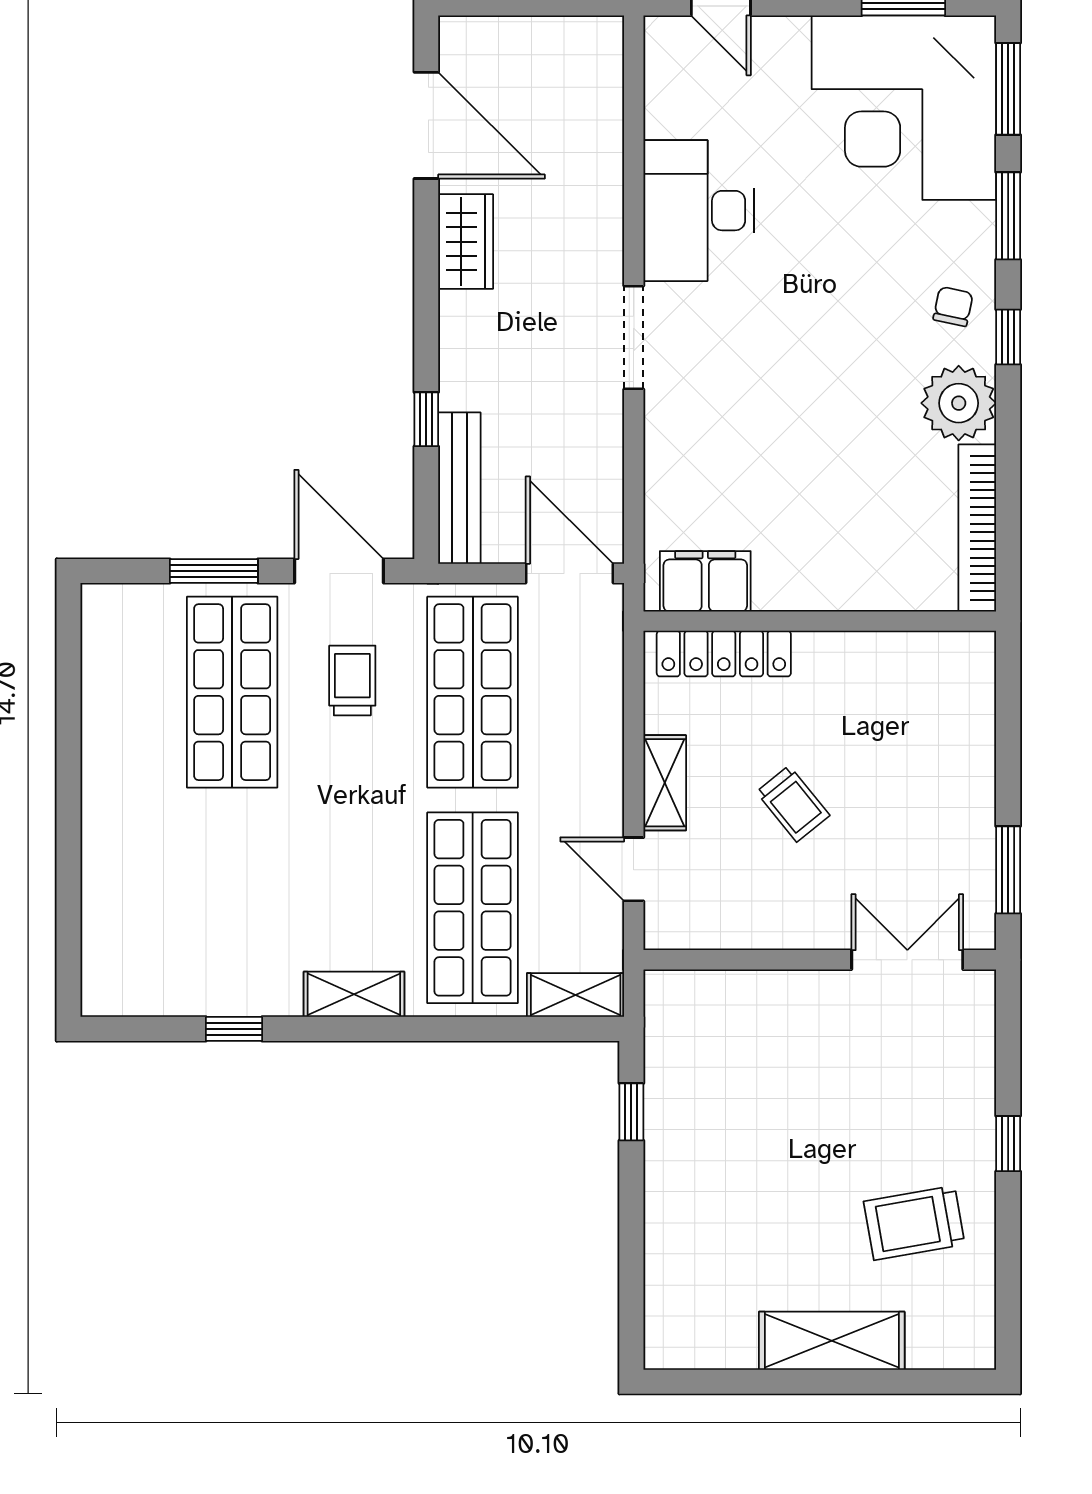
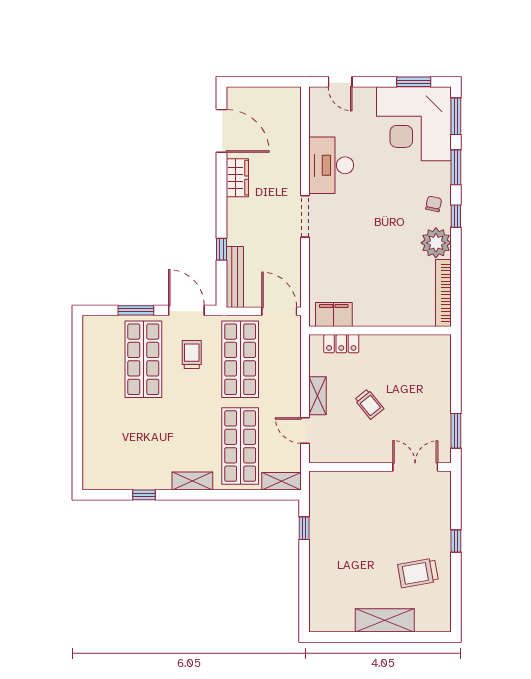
locker: (724, 654) -> (341, 344), width x0.66

